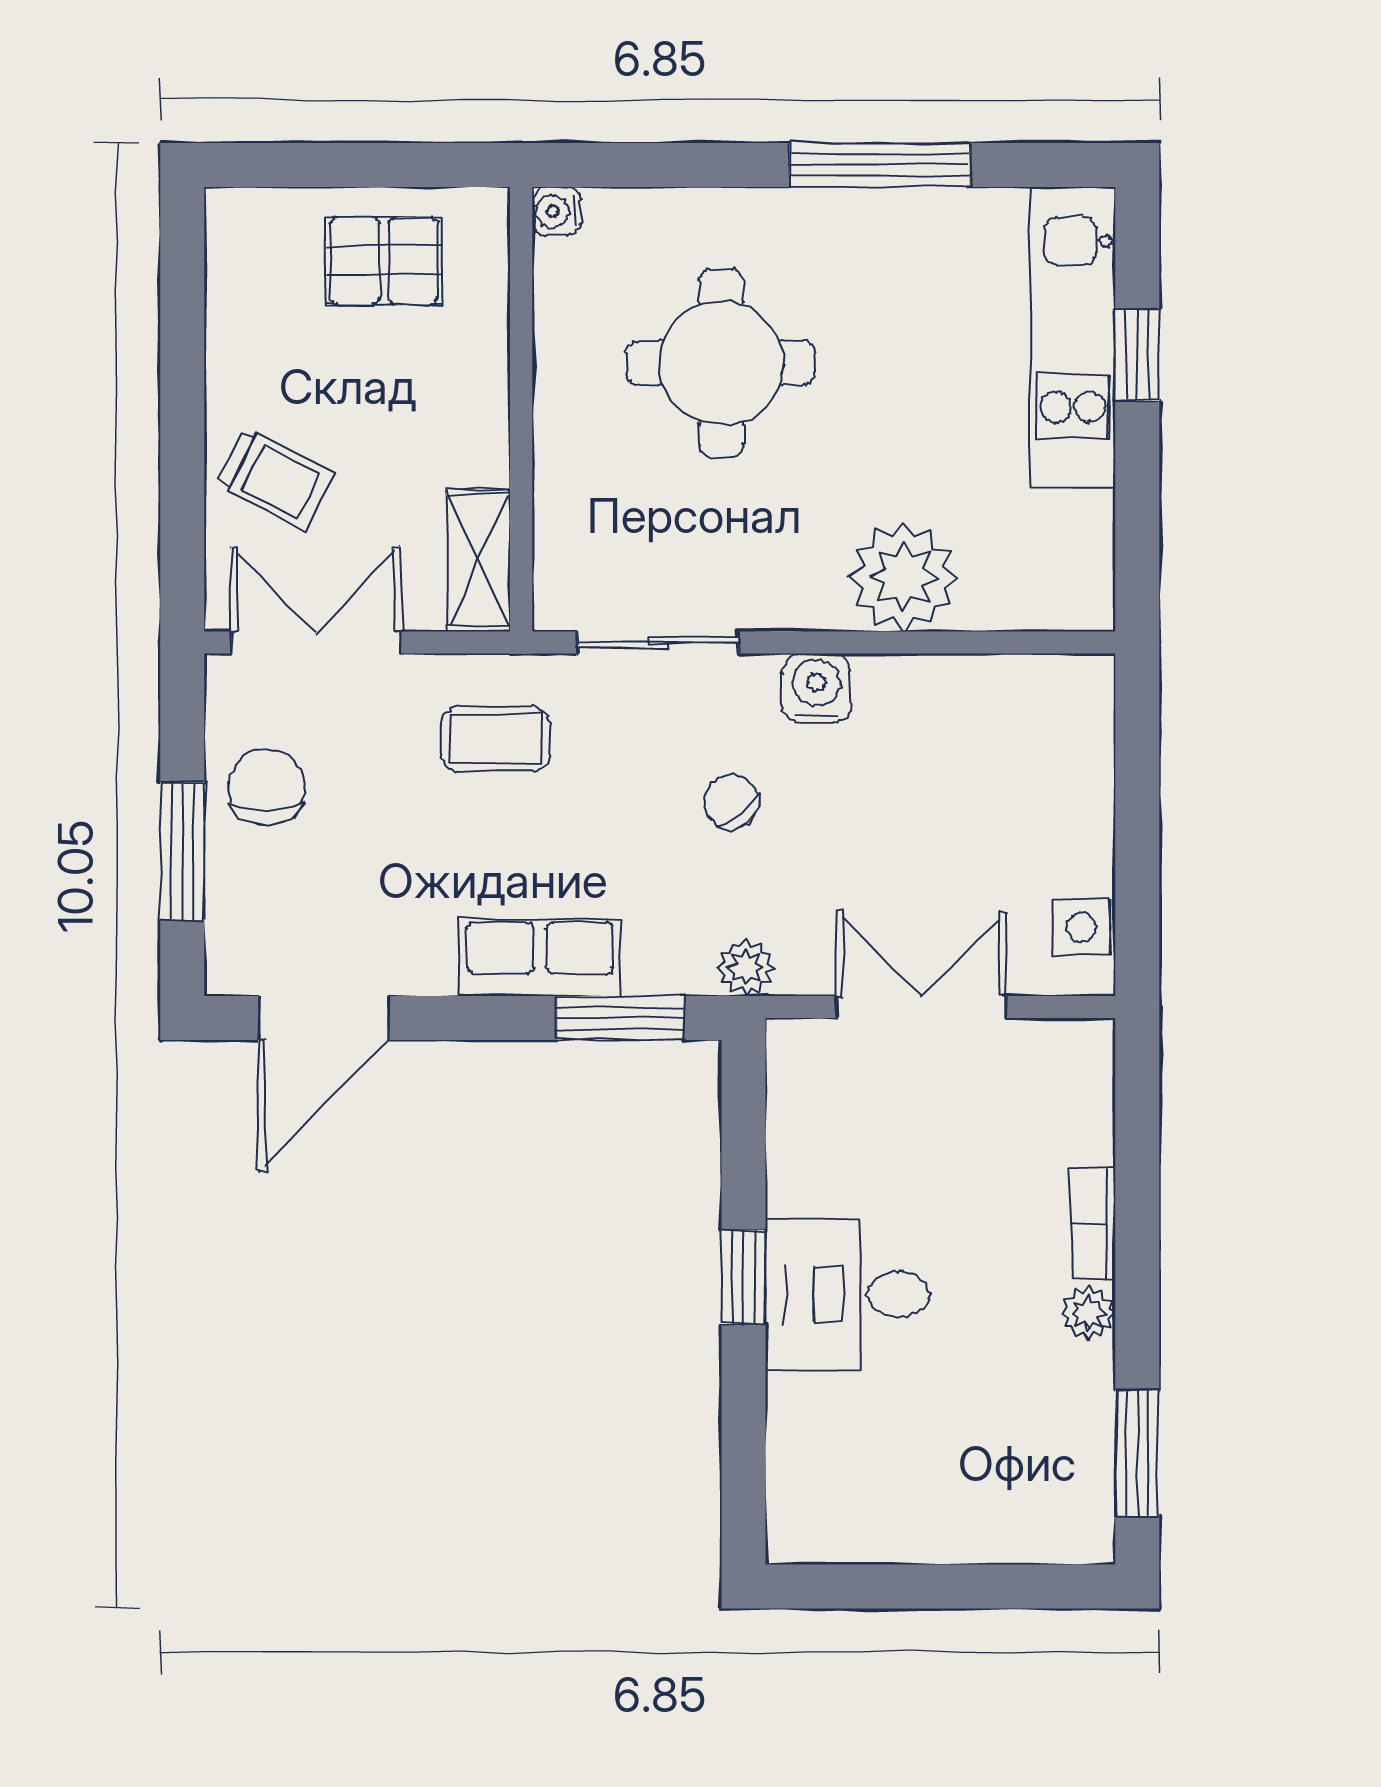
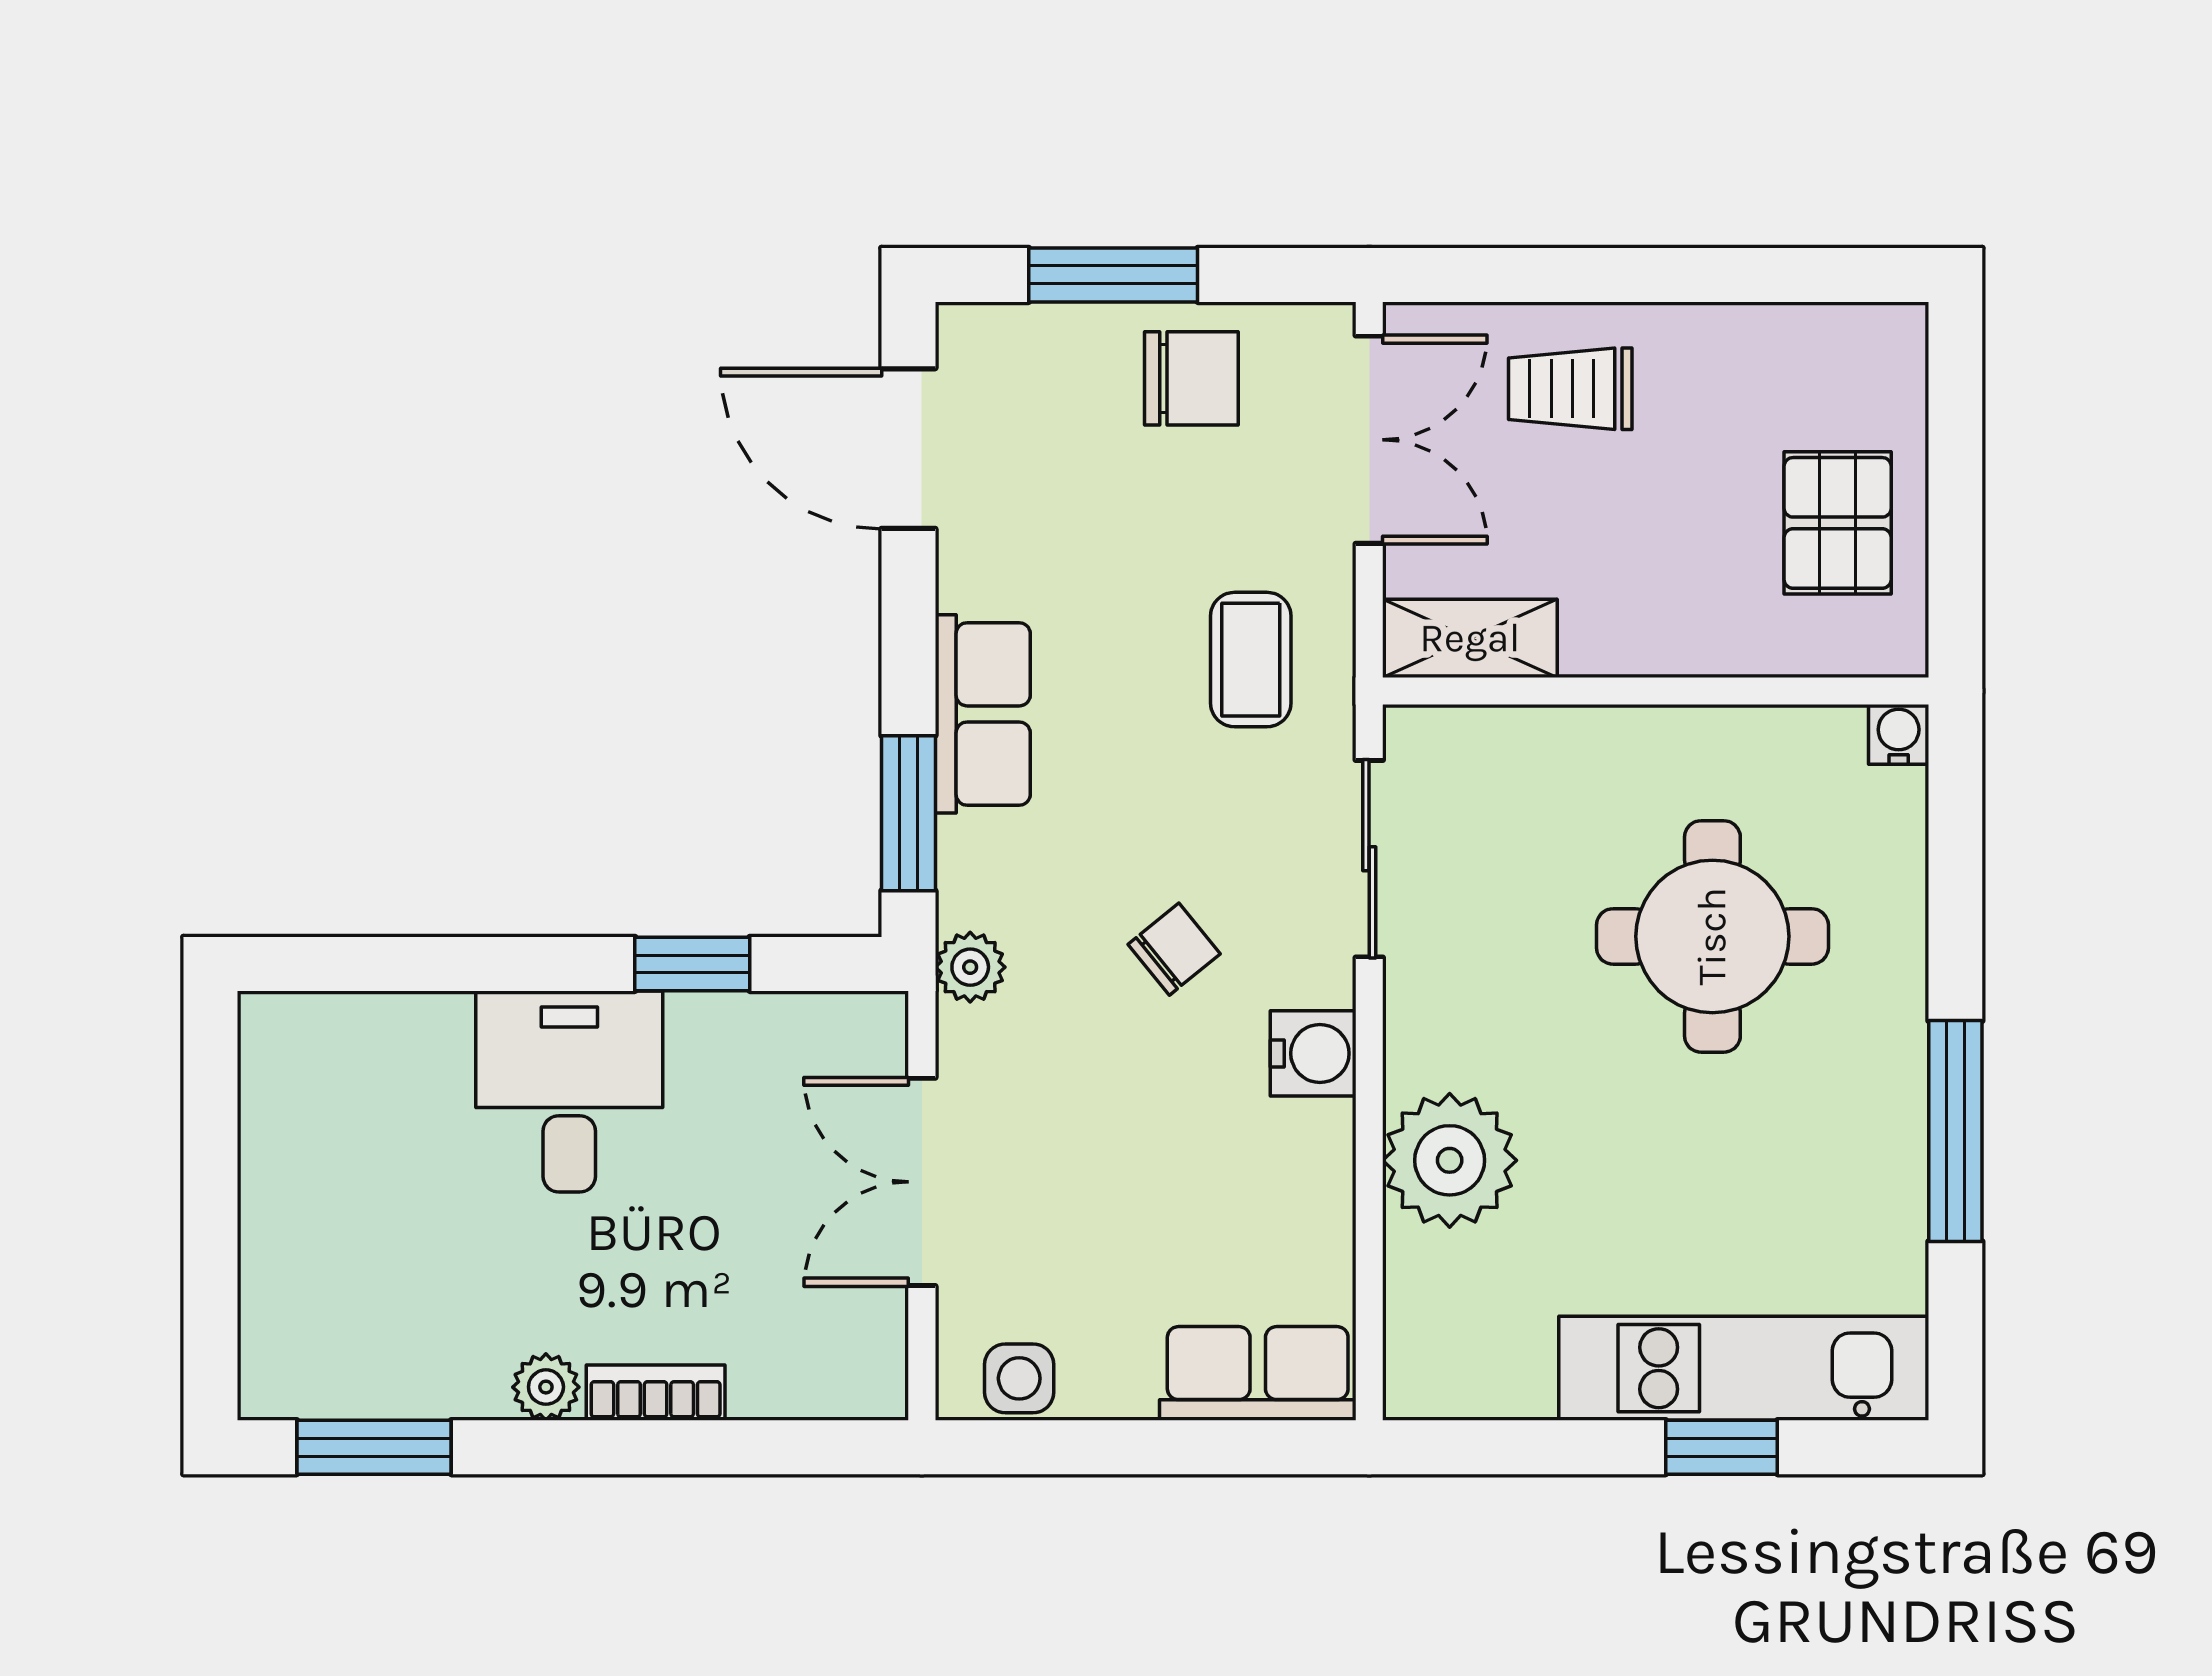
trolley: (275, 479) -> (1570, 389), turned 63
row of seats: (1077, 733) -> (1258, 1373), added
double door: (921, 1007) -> (922, 1182), swing flipped
window: (744, 1277) -> (692, 964), moved

